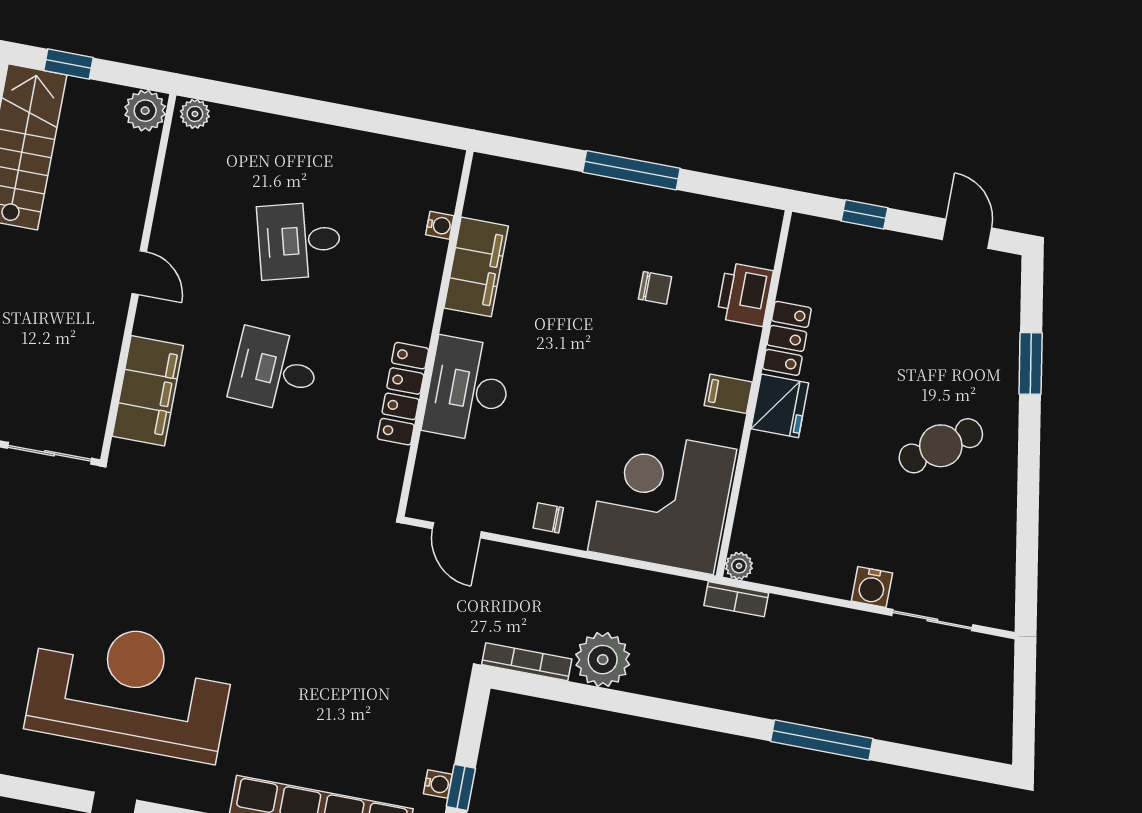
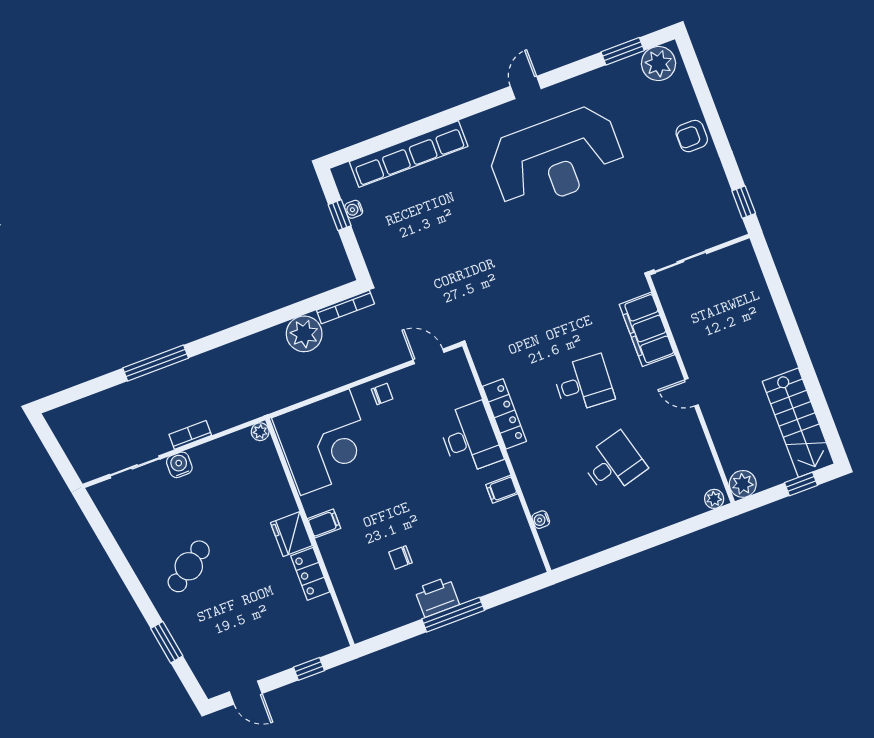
filing cabinet: (476, 267) -> (502, 489), width x0.33, depth x0.86
printer: (745, 294) -> (437, 597), moved, turned -90
bookcase: (736, 599) -> (190, 435), moved

